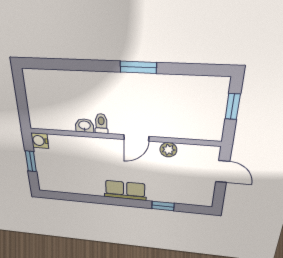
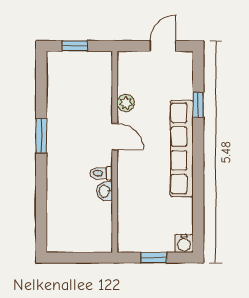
water cooler: (40, 141) -> (184, 243), moved
door: (223, 172) -> (163, 46), moved
row of seats: (125, 190) -> (182, 149), width x2.02

